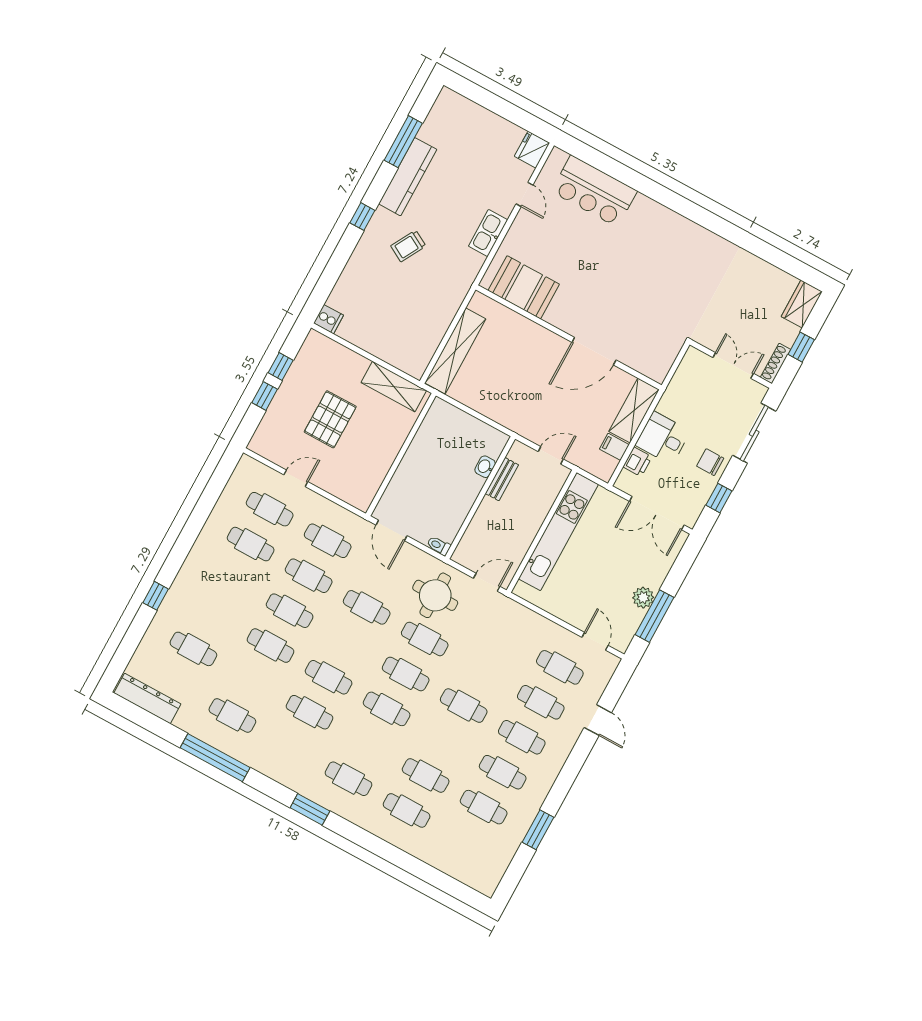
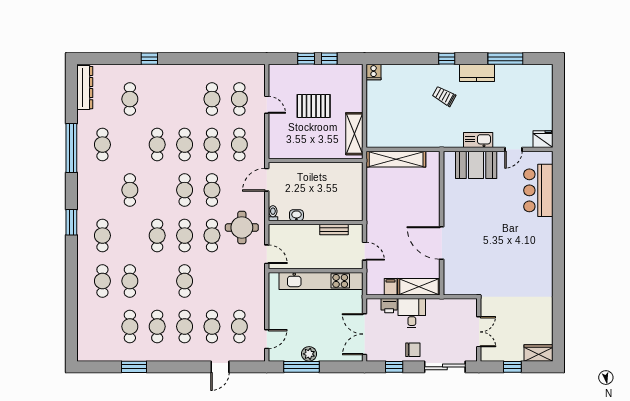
kitchen counter: (408, 177) -> (477, 73), width x0.67
booth: (524, 287) -> (476, 165), moved, turned 90
shoe rack: (775, 363) -> (494, 357), removed
chair: (710, 462) -> (413, 350), turned 90
washbasin: (485, 467) -> (296, 215), moved
cafe table: (329, 677) -> (185, 190), moved

